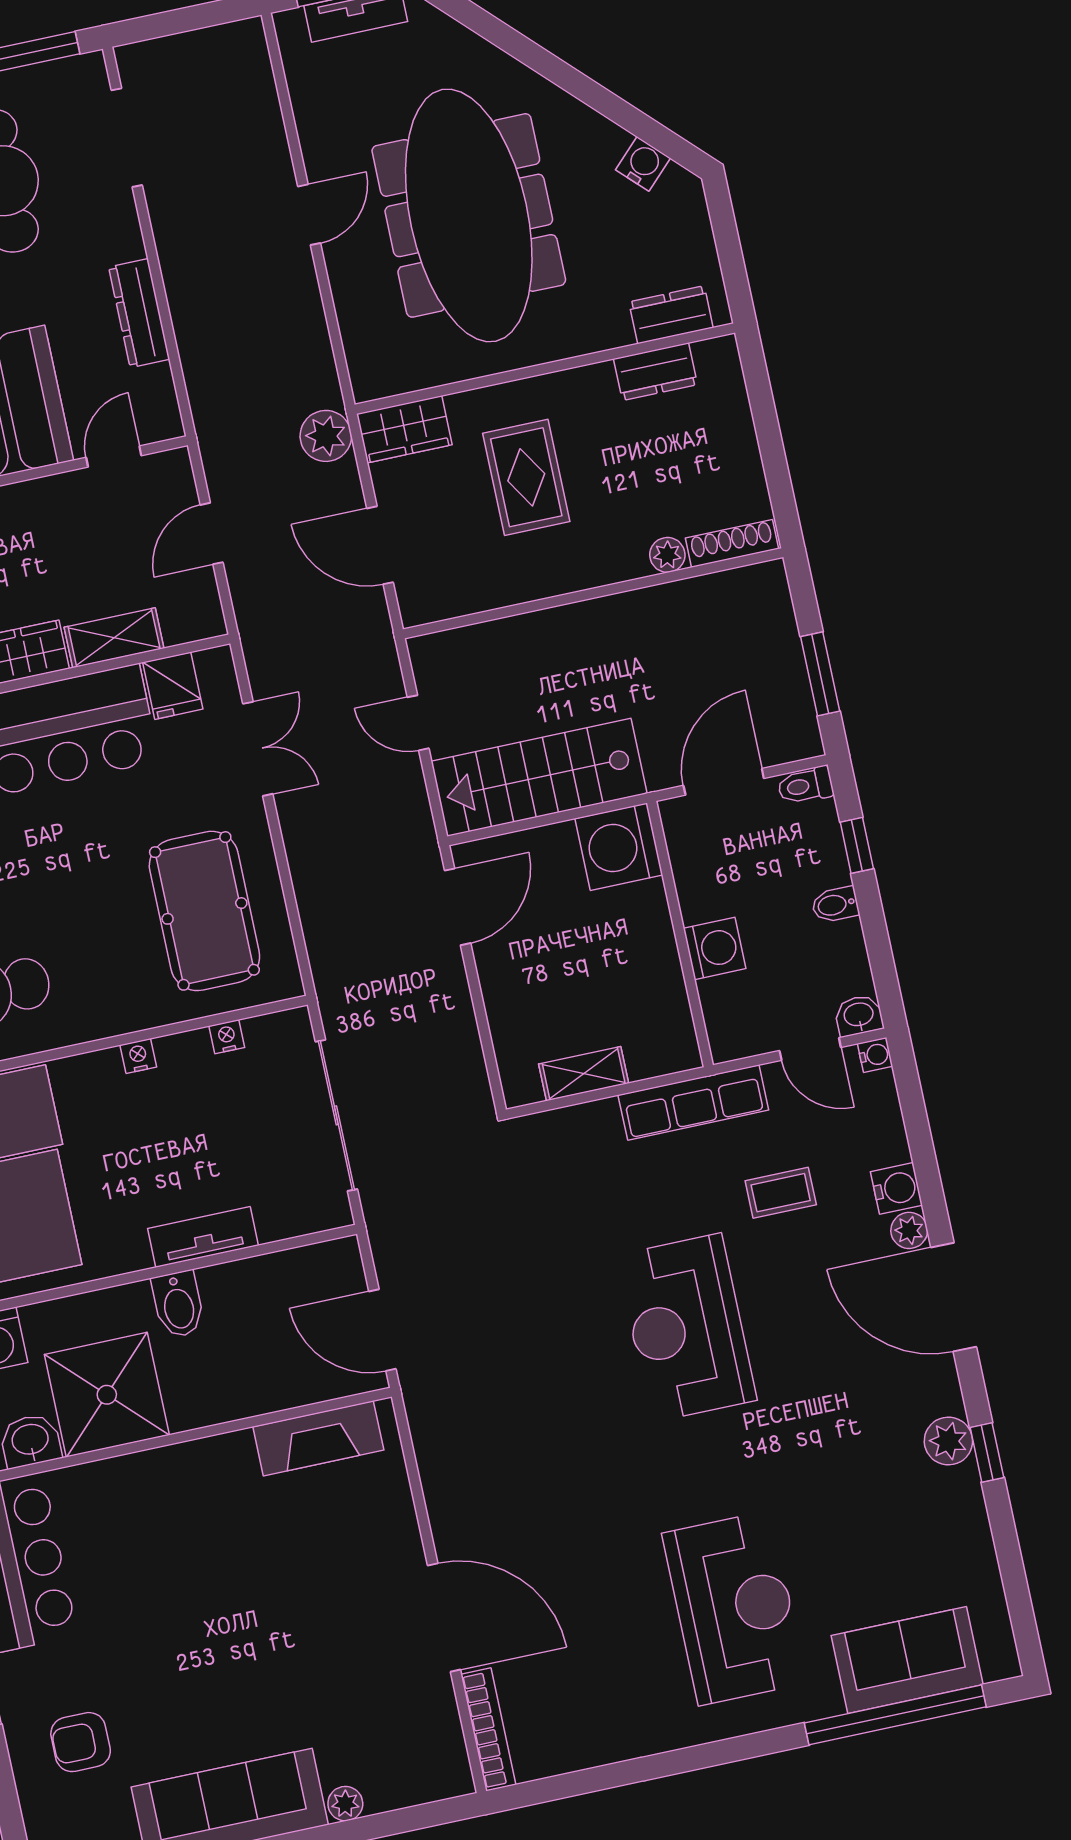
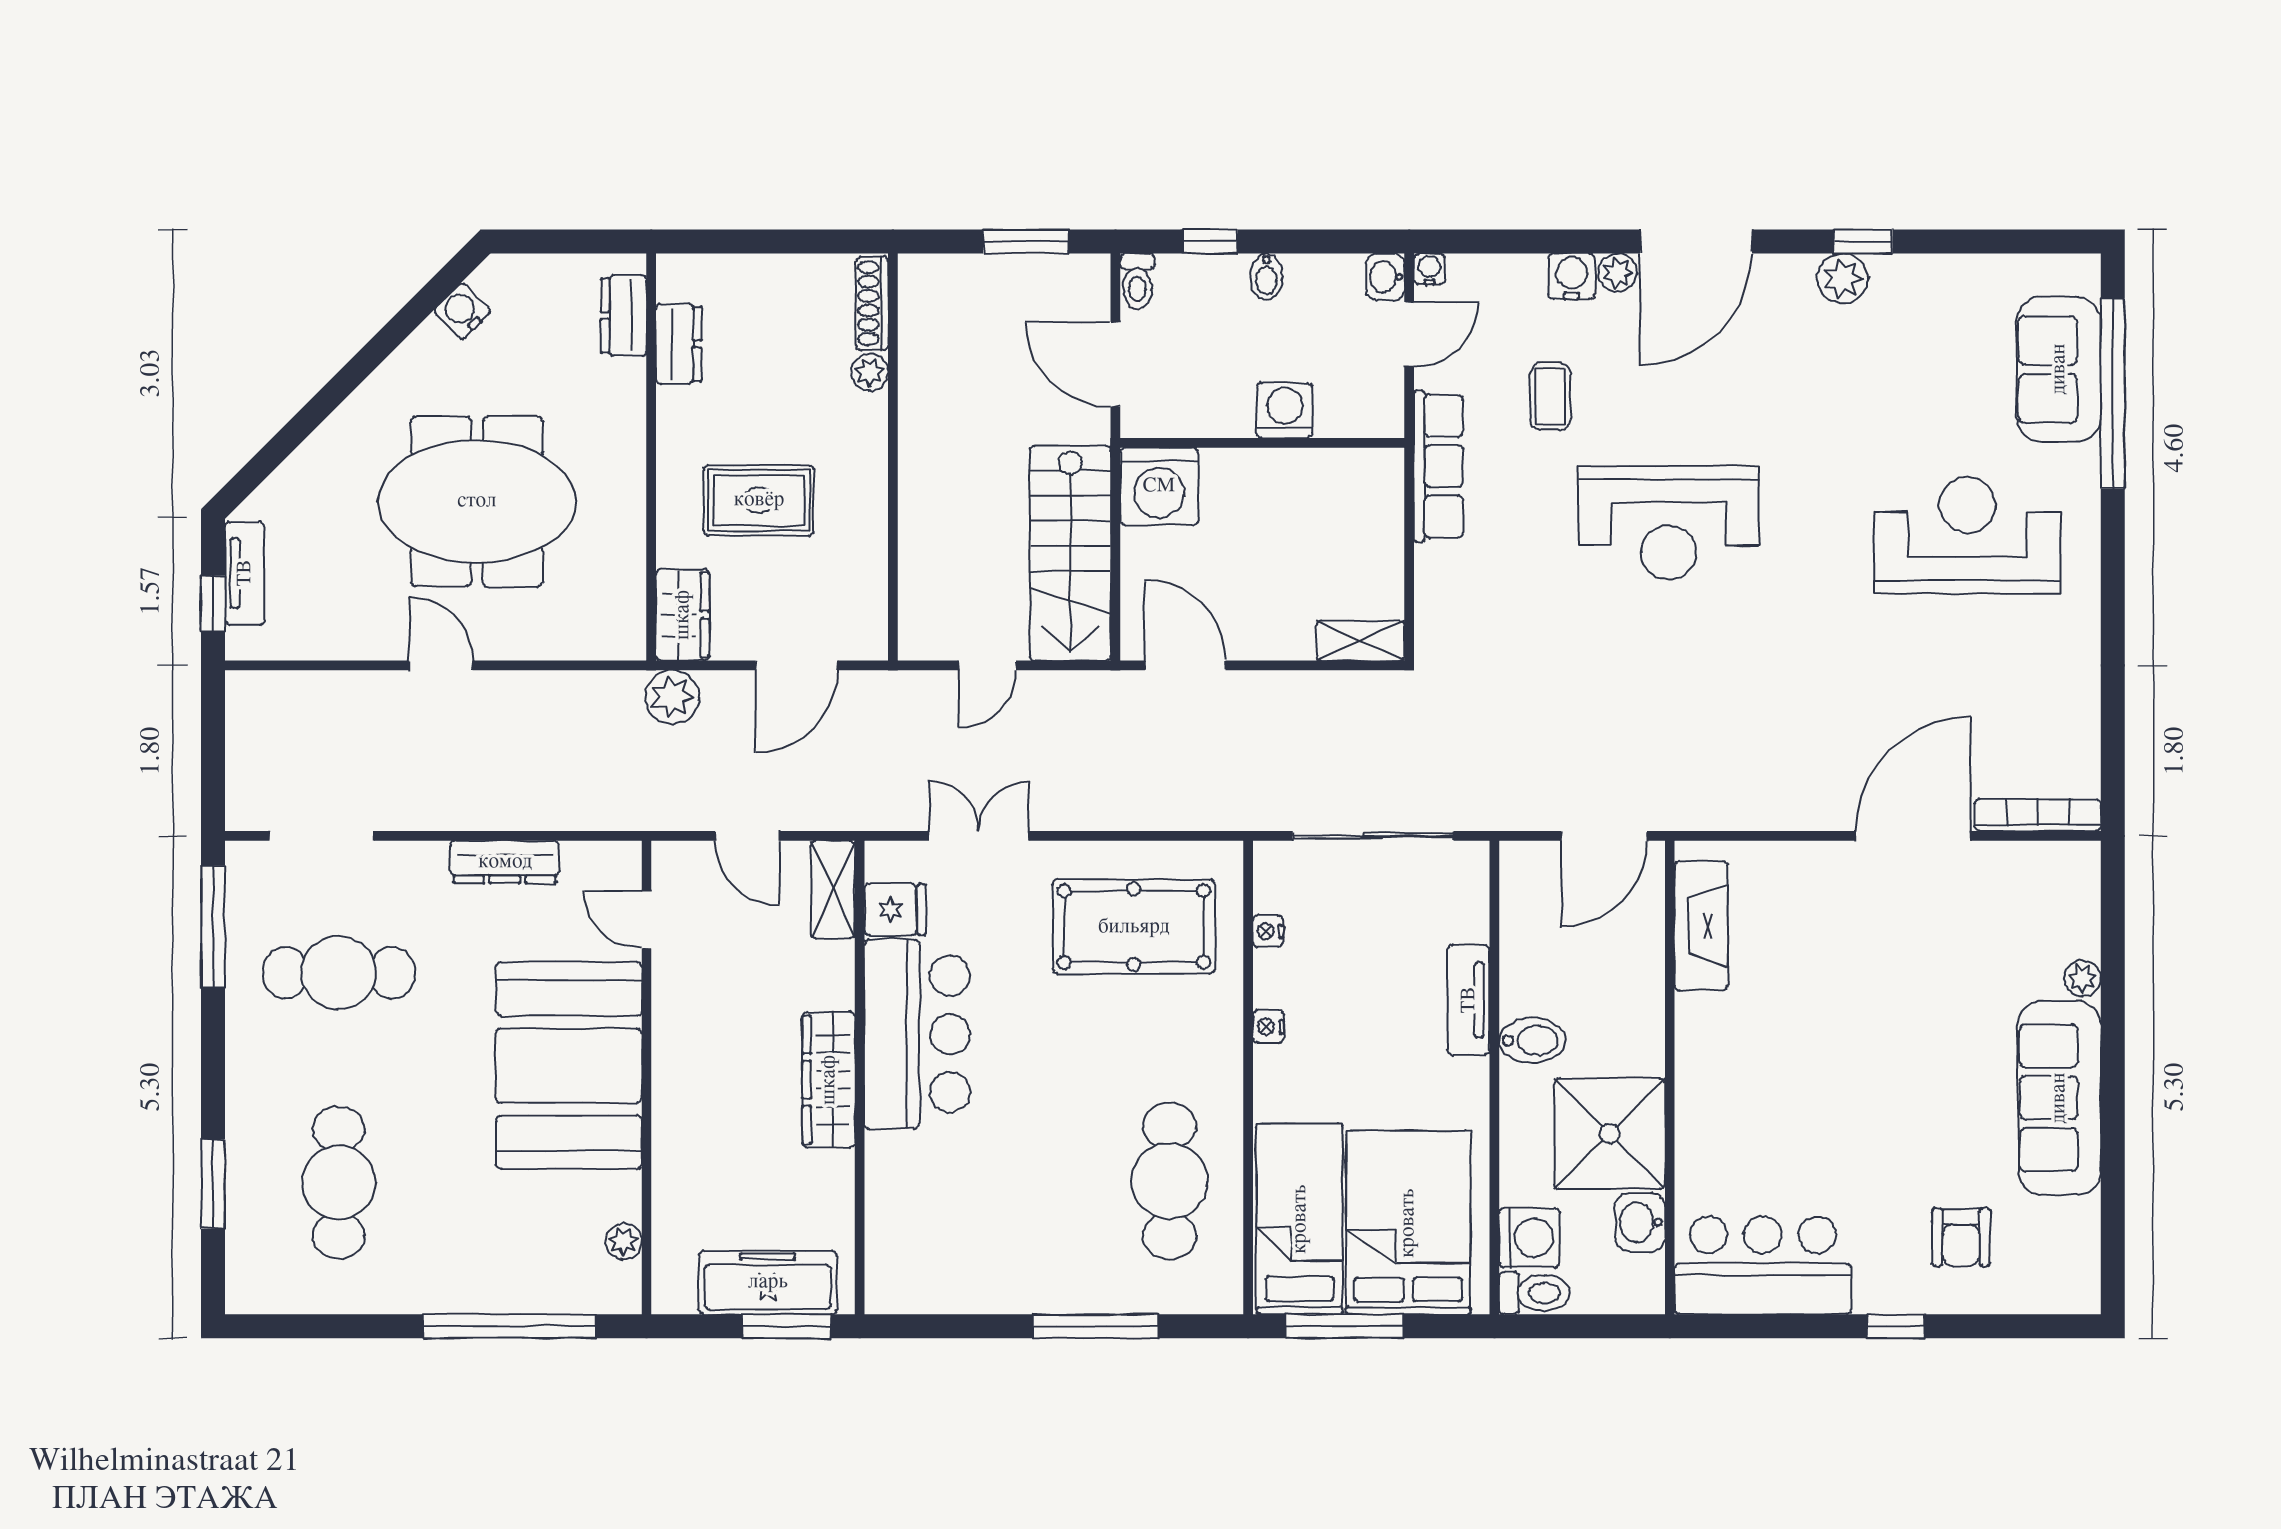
meeting table: (469, 215) -> (477, 501), width x0.73
shelving: (114, 638) -> (833, 890), moved
shelving: (584, 1074) -> (1360, 641), moved, turned 90

